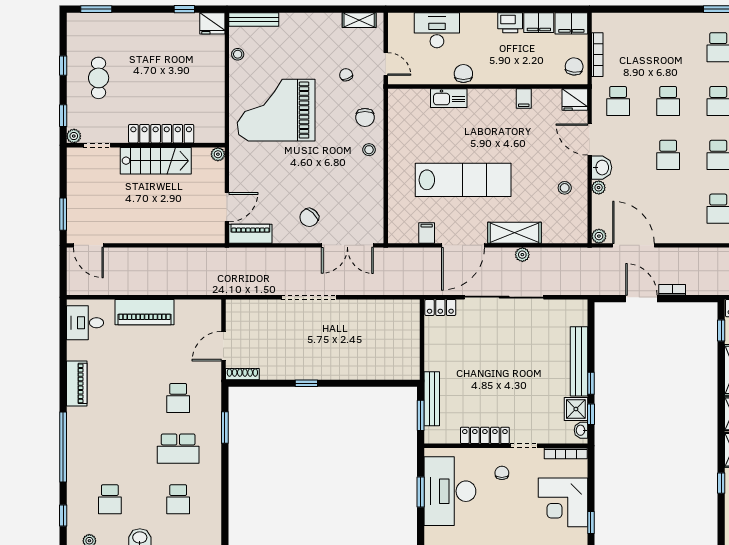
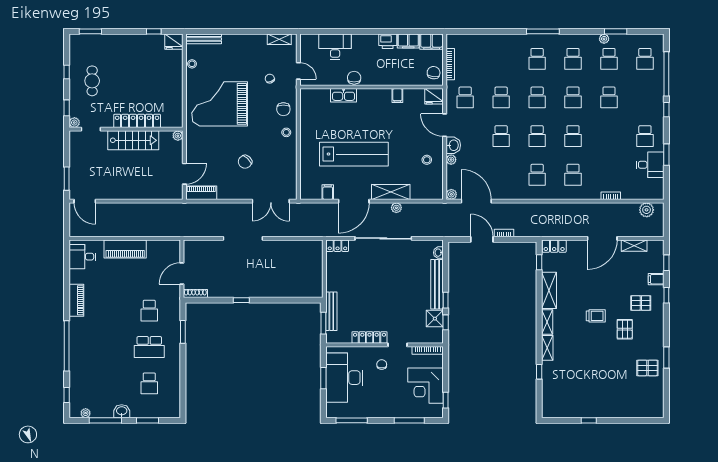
chair: (309, 217) -> (245, 162), moved
washbasin: (581, 430) -> (438, 253), moved
school desk: (110, 499) -> (100, 383), removed

